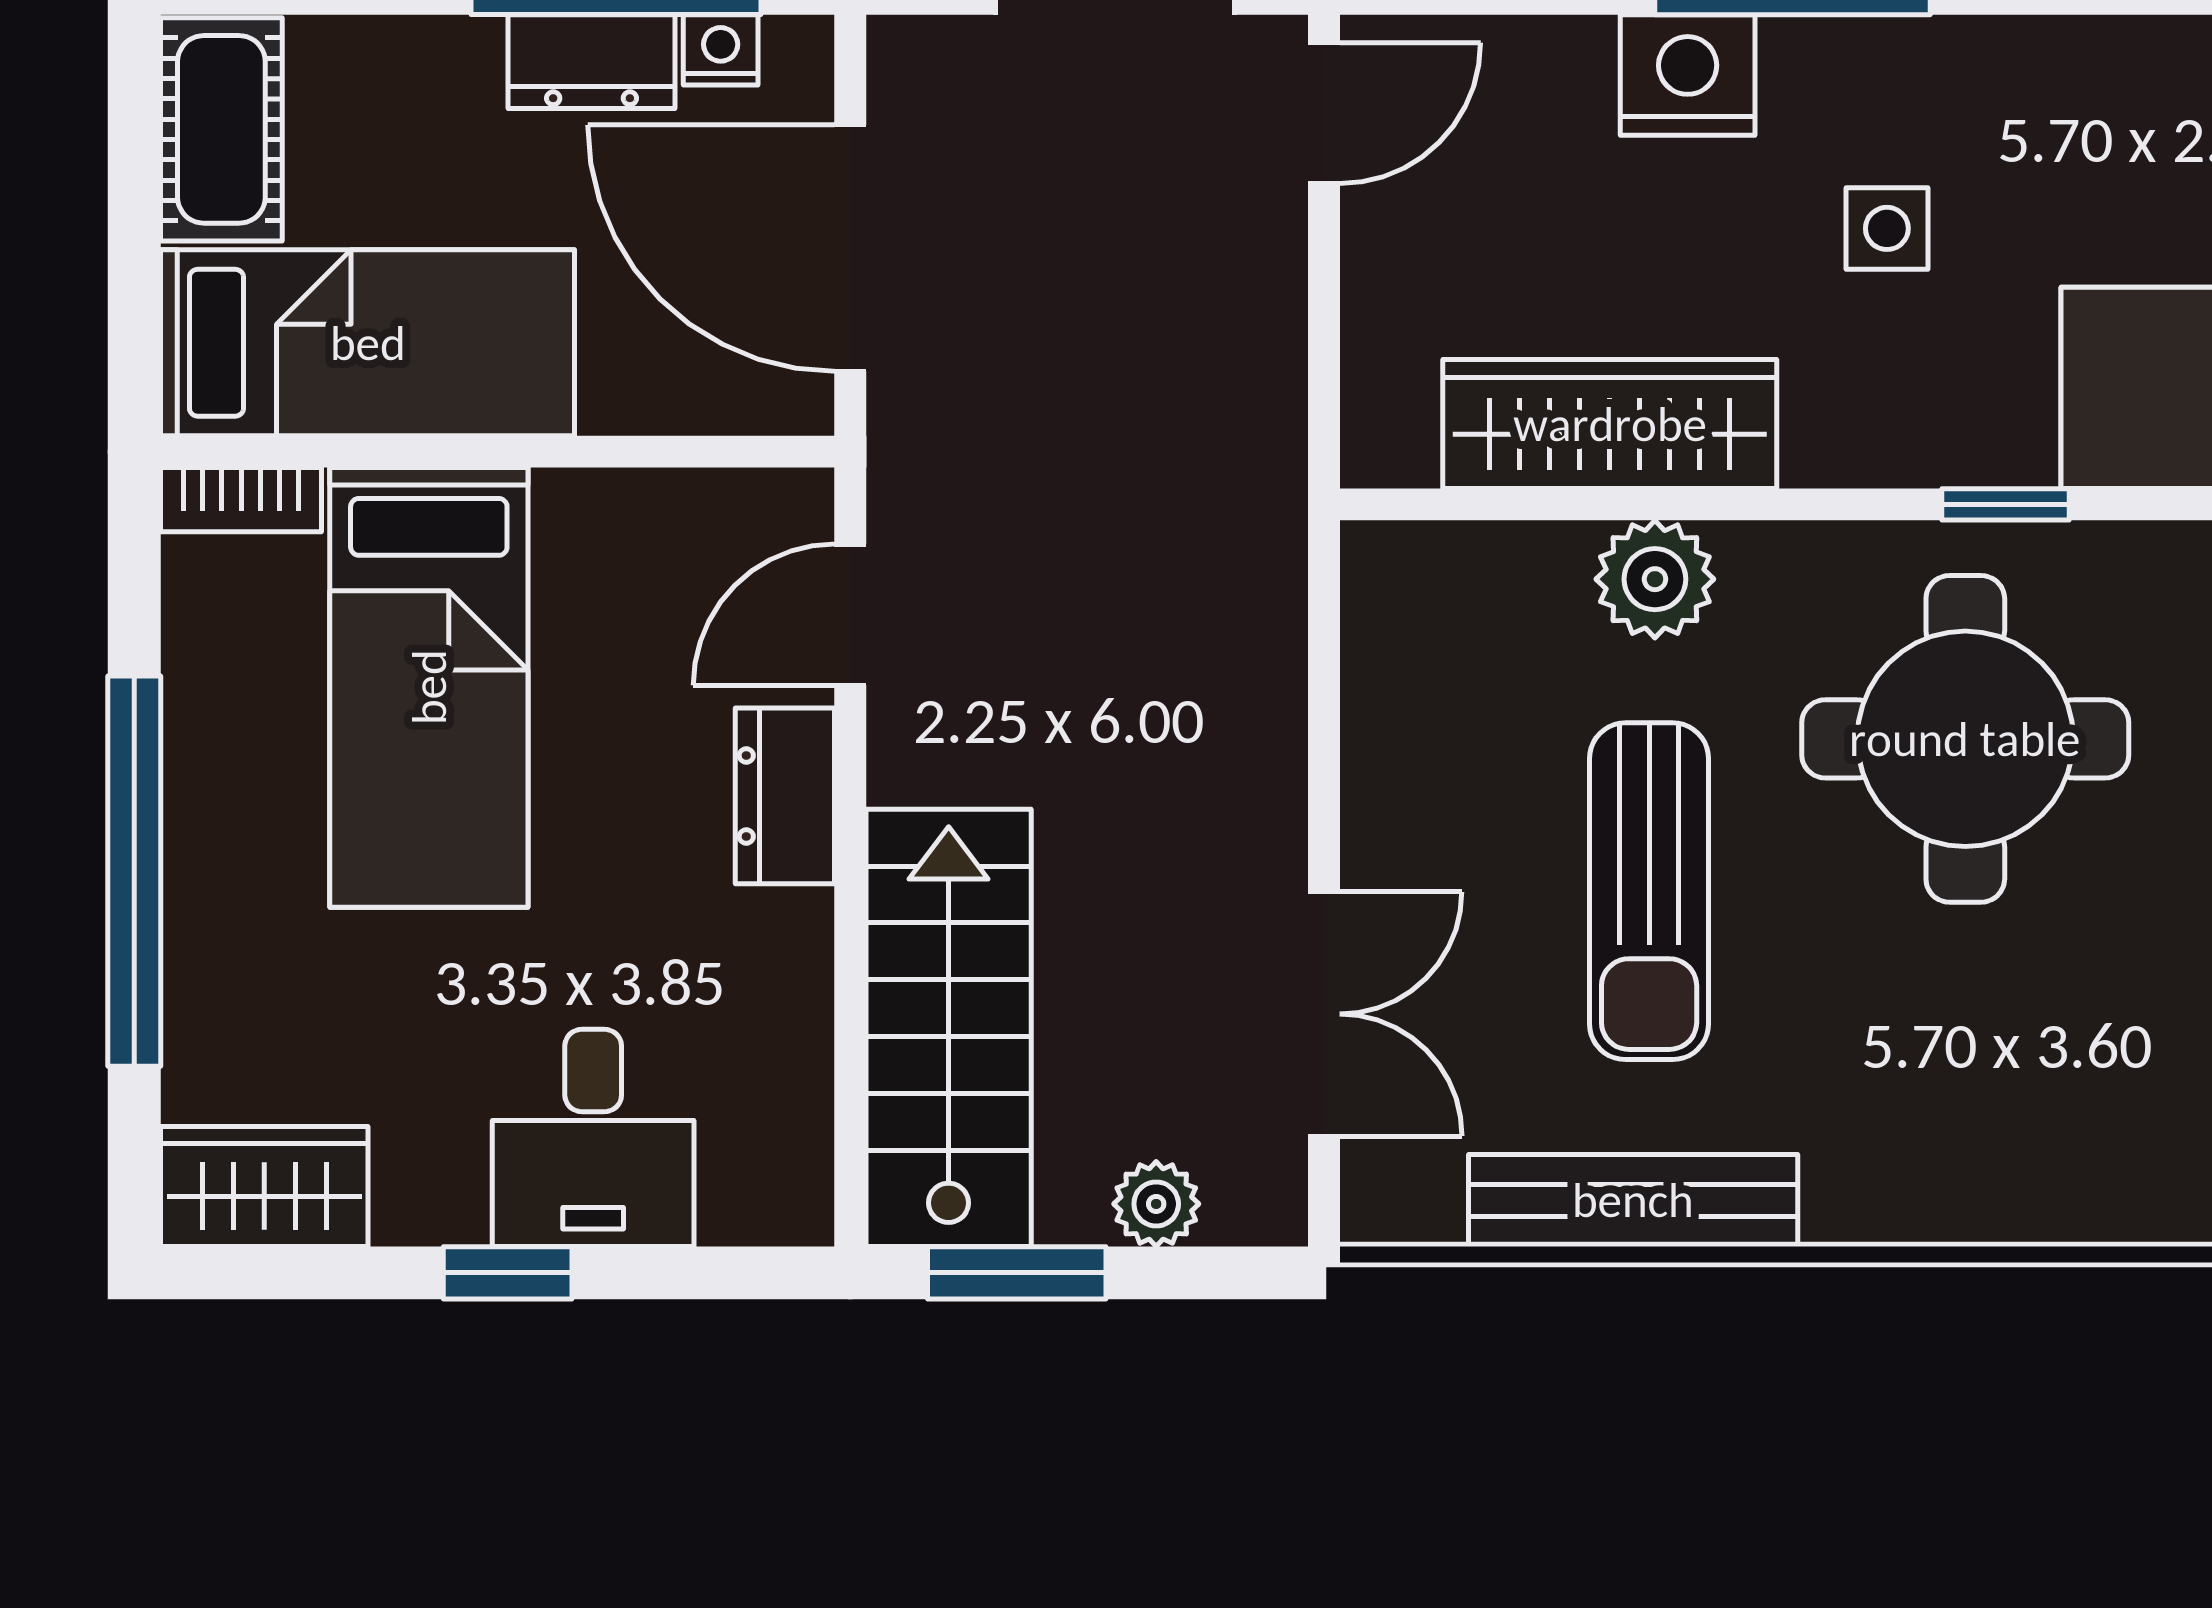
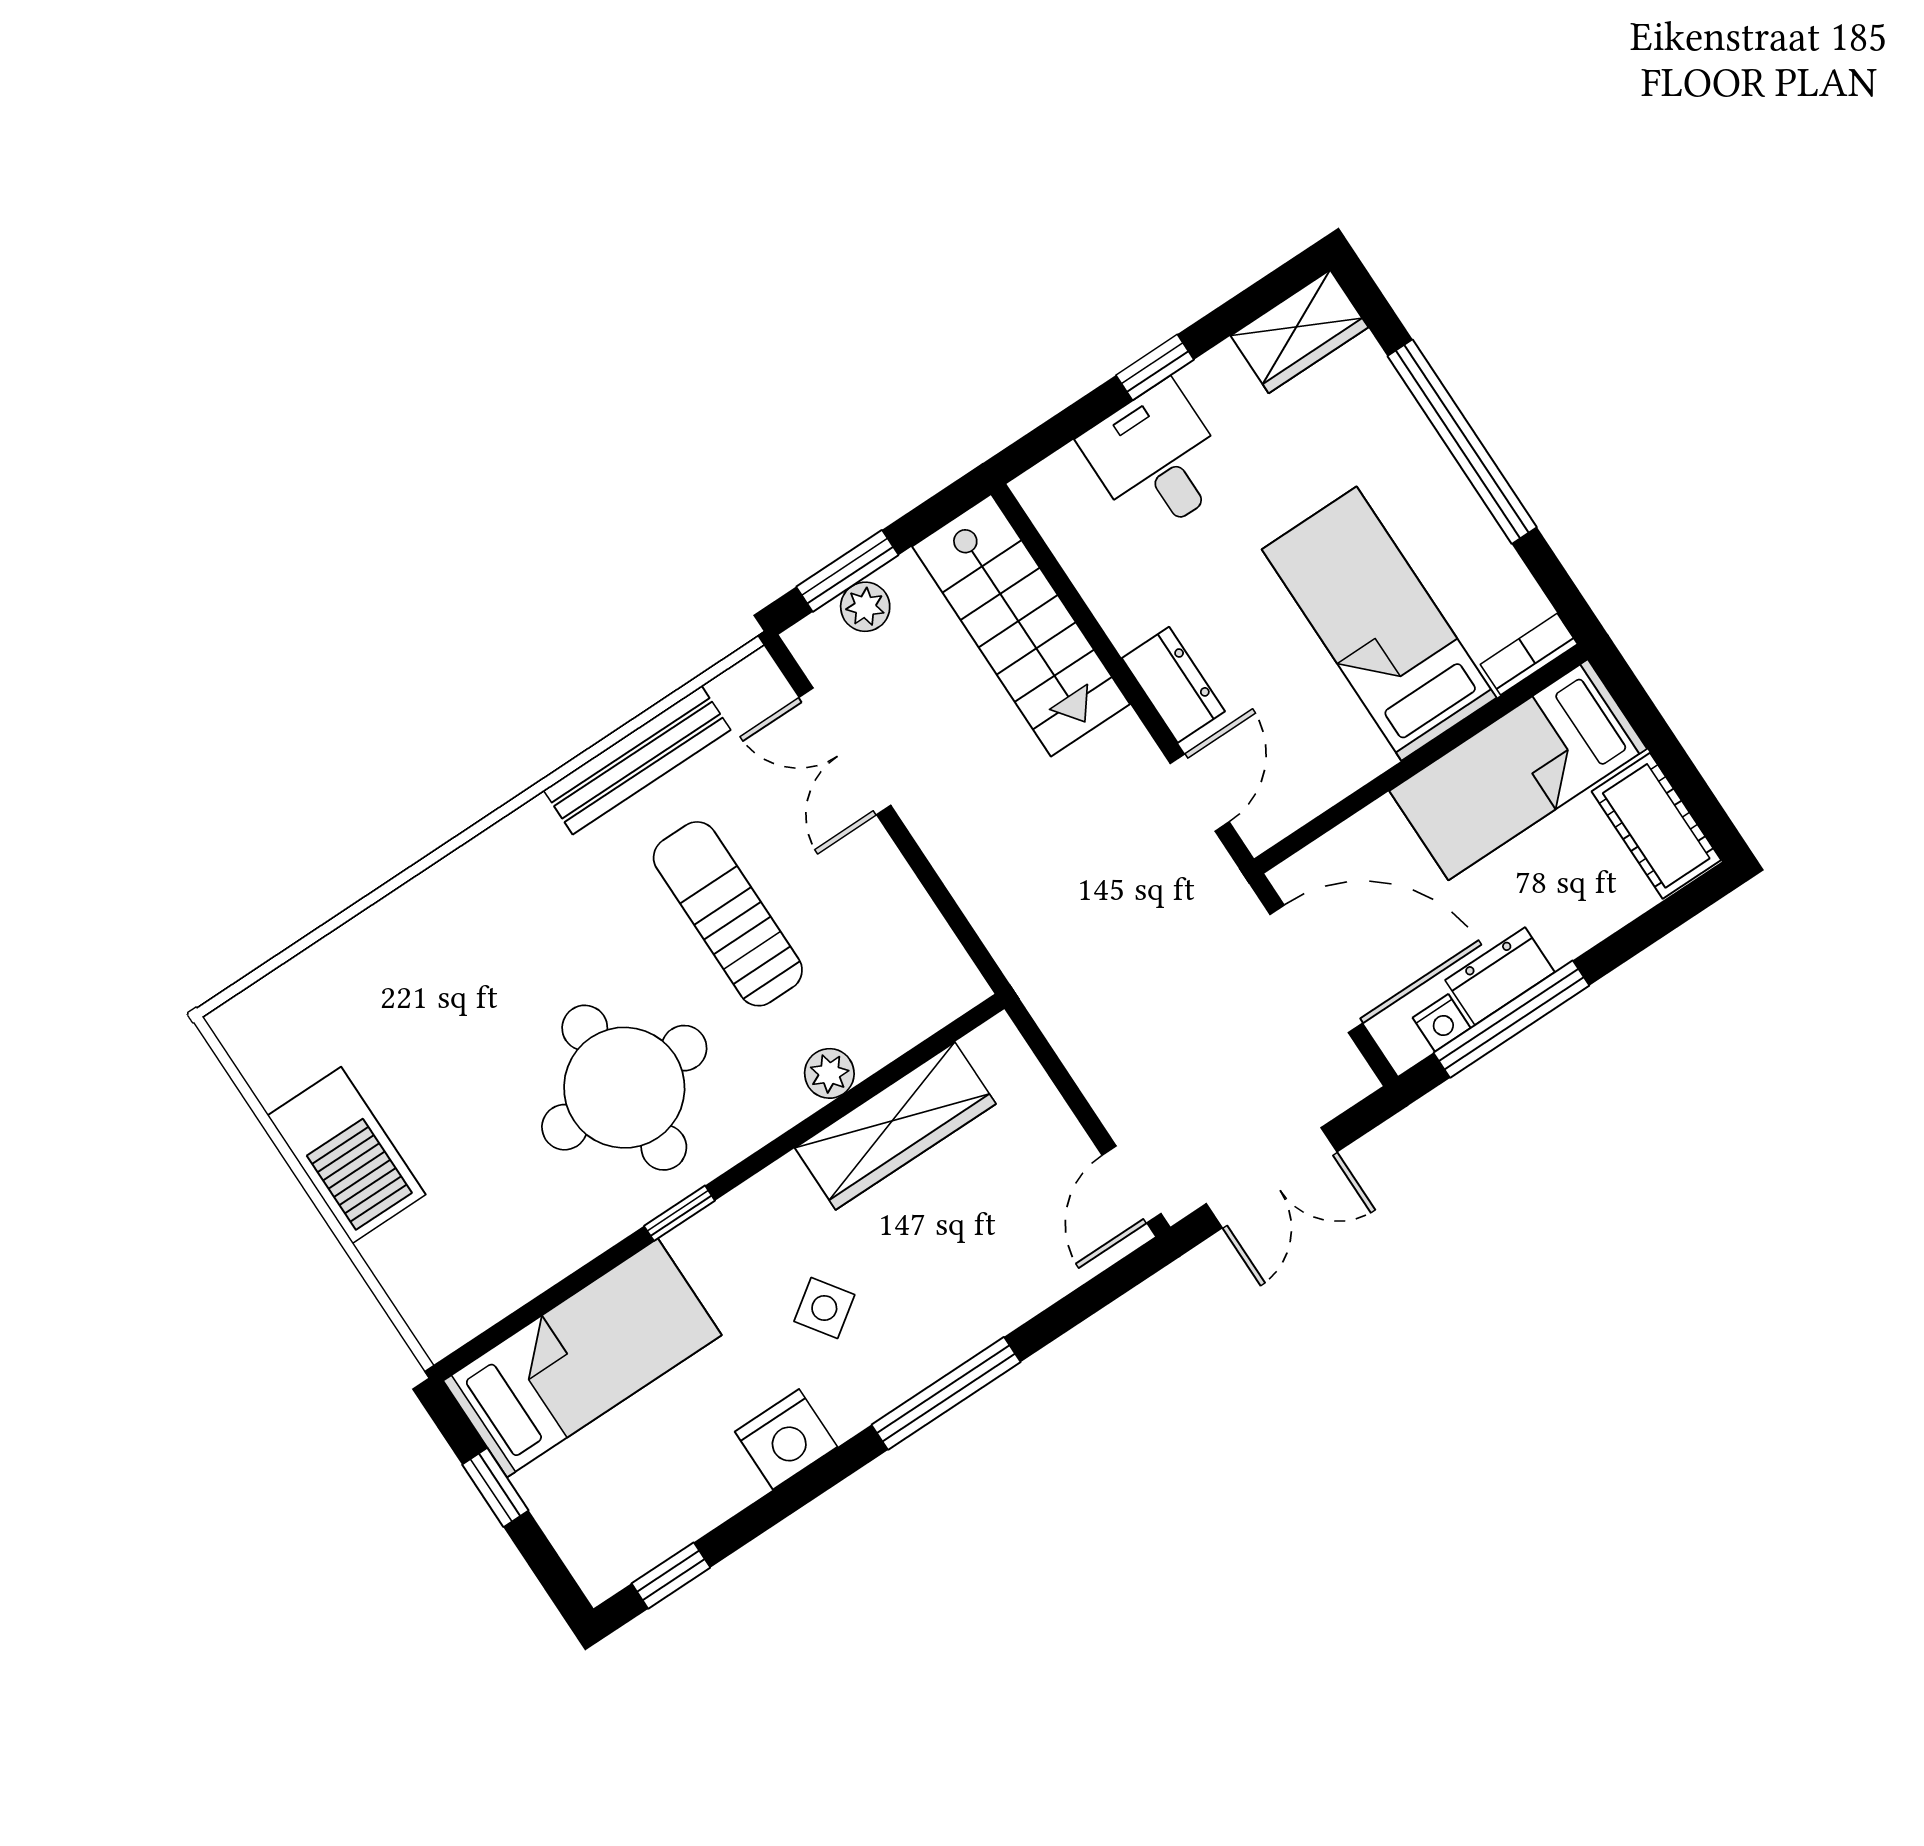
nightstand: (1688, 75) -> (786, 1439), moved
side table: (1887, 228) -> (824, 1308), turned -35
plant: (1655, 579) -> (829, 1073), width x0.73, depth x0.73
window: (1017, 1273) -> (847, 571), moved

